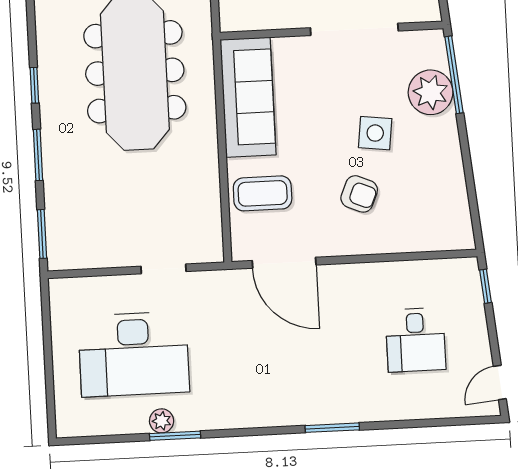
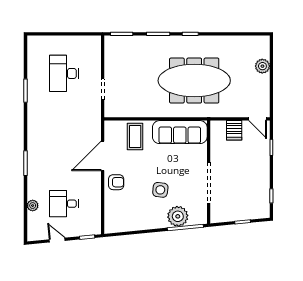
armchair: (359, 194) -> (116, 182), moved, turned -113
door: (284, 263) -> (103, 156), moved
desk: (134, 354) -> (64, 73), width x0.73, depth x0.77
door: (500, 382) -> (57, 240), moved
plant: (162, 421) -> (33, 206), moved

